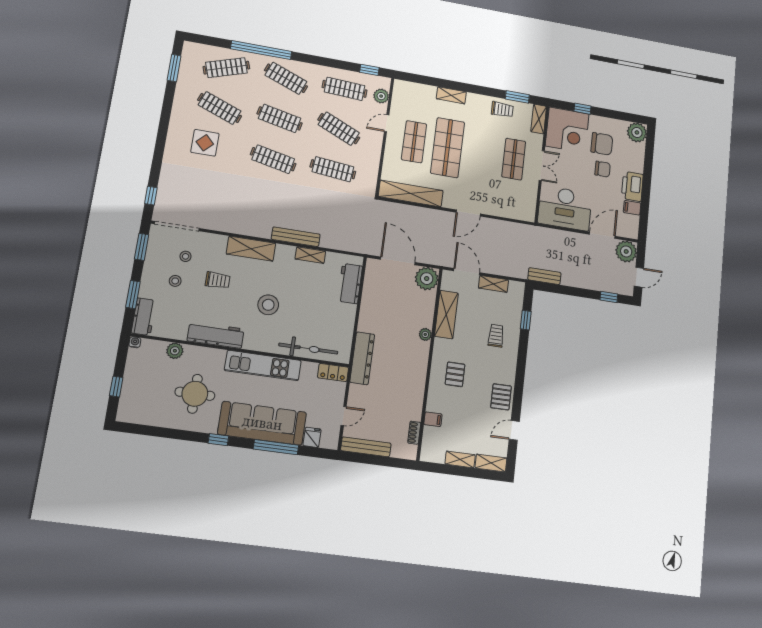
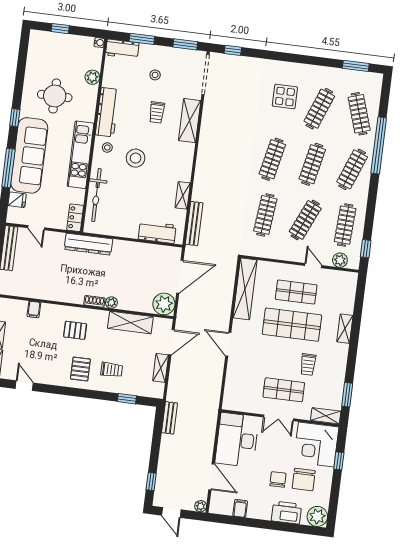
trolley: (502, 109) -> (308, 364), moved
chair: (603, 169) -> (278, 479), turned 180
printer: (632, 186) -> (286, 513), moved
bench: (296, 237) -> (194, 224), moved
shelving: (251, 249) -> (190, 121), moved
plant: (626, 251) -> (201, 506), width x0.53, depth x0.53
stool: (186, 256) -> (107, 148), moved
pallet: (501, 397) -> (80, 369), moved, turned 90
shoe rack: (414, 433) -> (94, 301), moved

